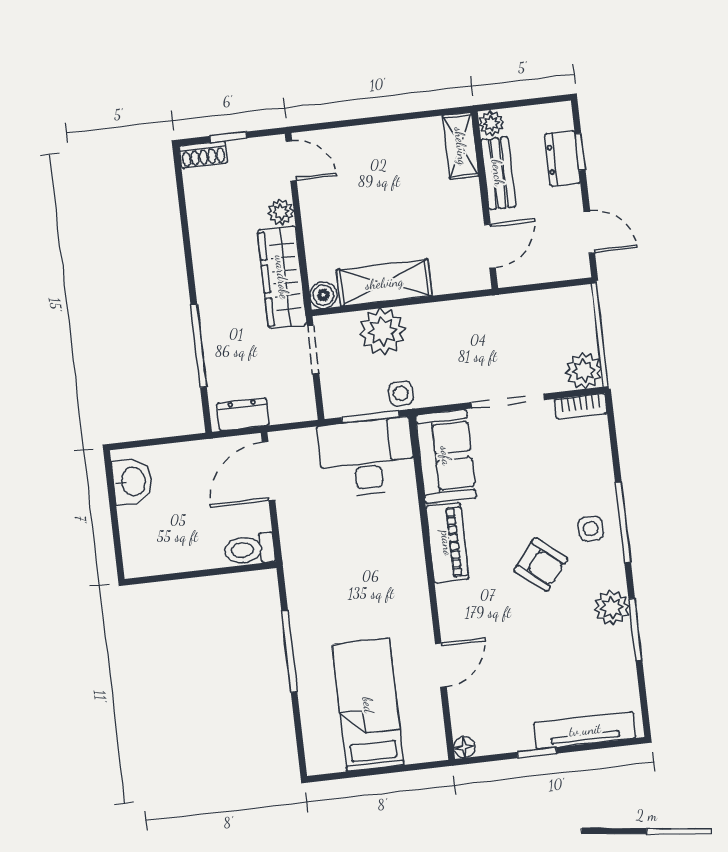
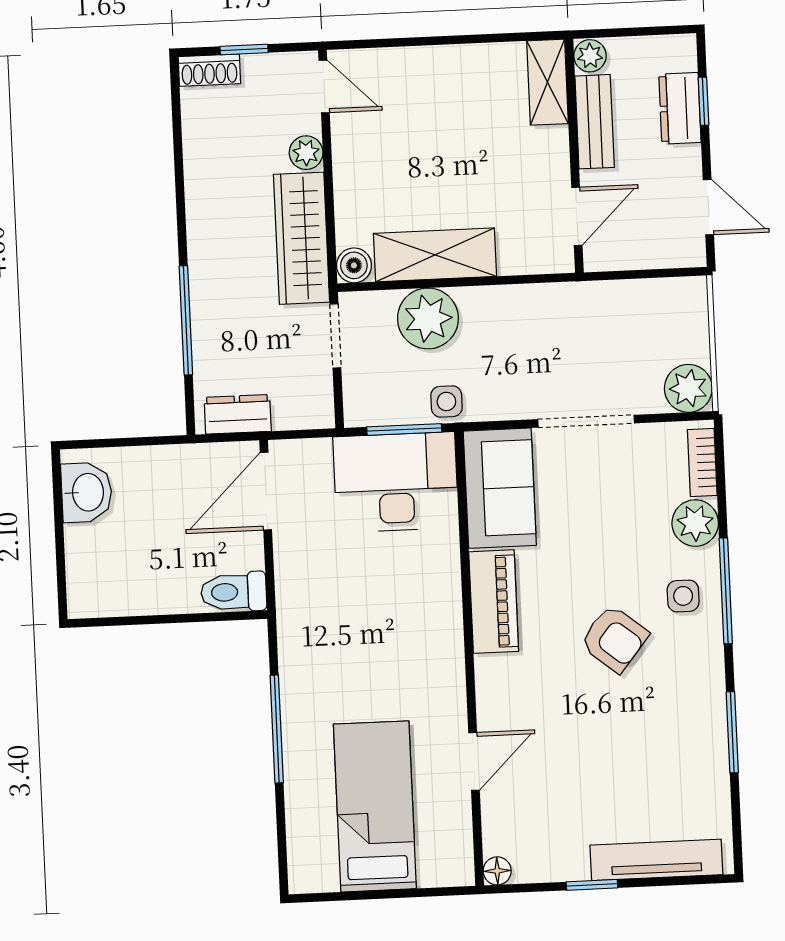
bookcase: (581, 406) -> (702, 462), moved, turned 90
plant: (612, 608) -> (695, 523), moved

